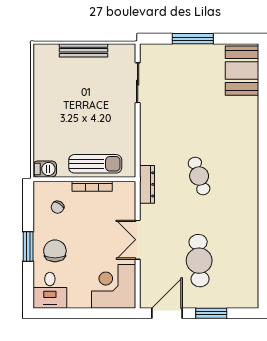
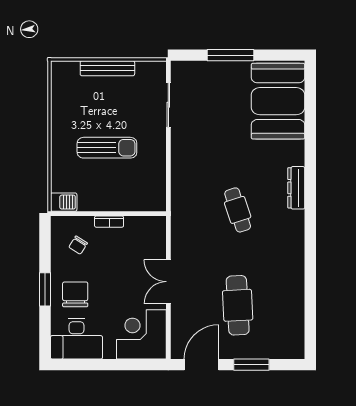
booth: (242, 71) -> (278, 101), width x1.36, depth x1.42
sun lounger: (95, 164) -> (107, 148), moved
dresser: (147, 184) -> (296, 188), moved, turned 180
bookcase: (92, 186) -> (109, 222), width x0.64
desk: (50, 290) -> (76, 339), width x1.37

